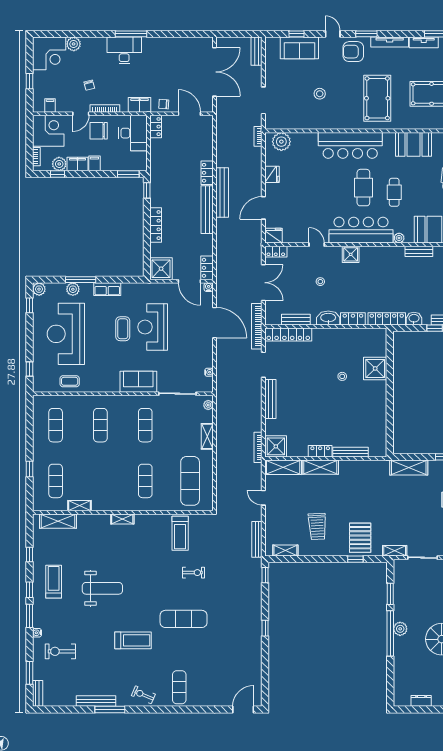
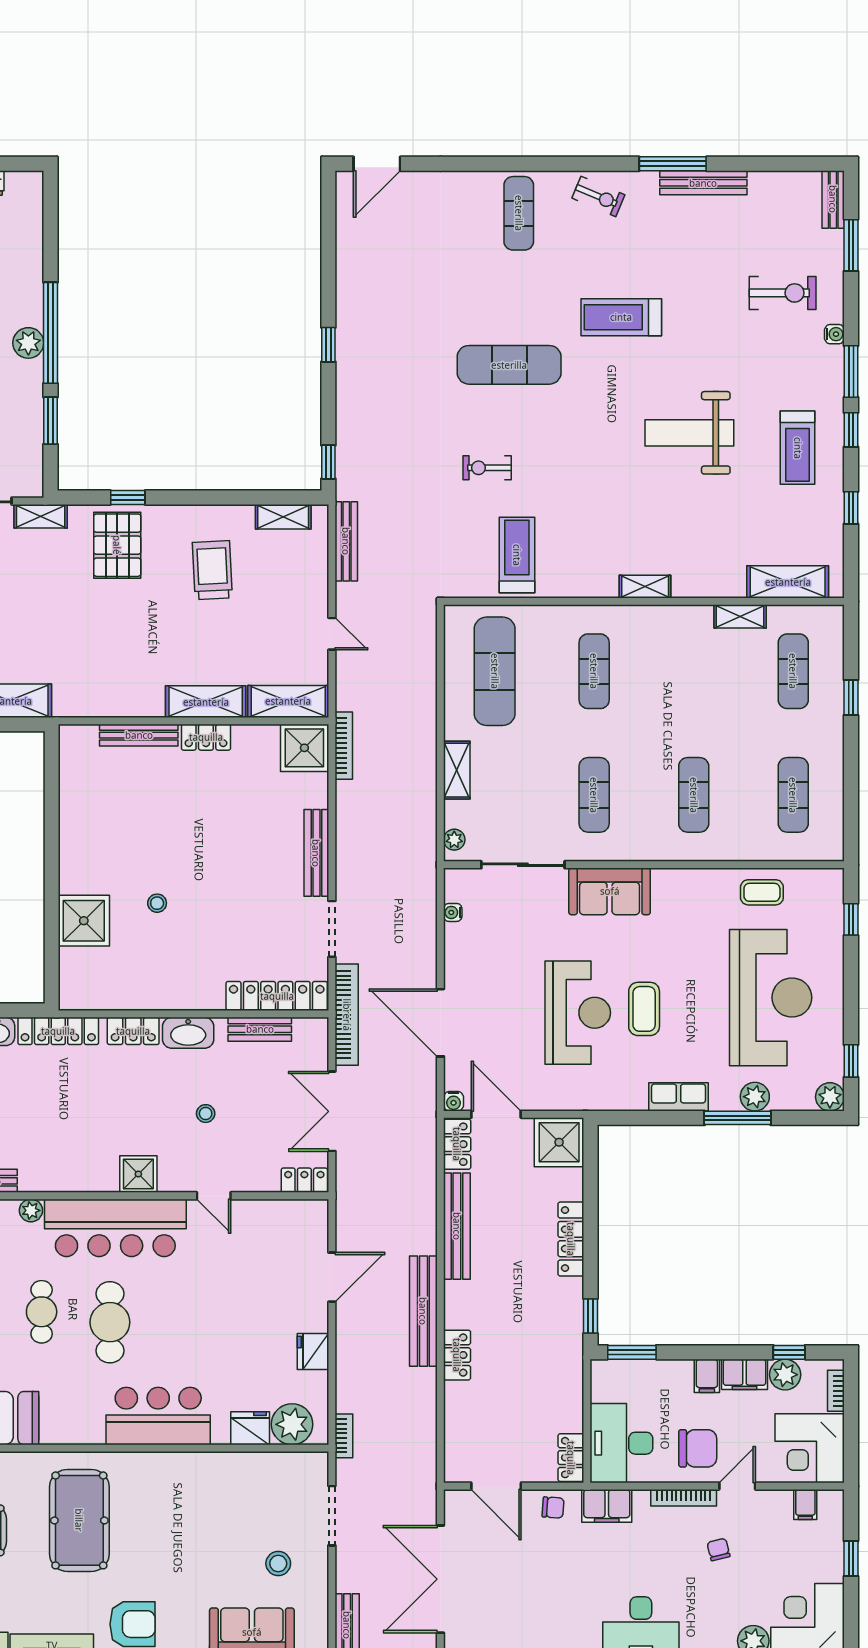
stool: (320, 94) -> (278, 1564), moved
bar counter: (350, 145) -> (158, 1416), width x0.73
bench: (207, 210) -> (457, 1226), moved
fridge: (274, 236) -> (250, 1428), moved, turned 180

